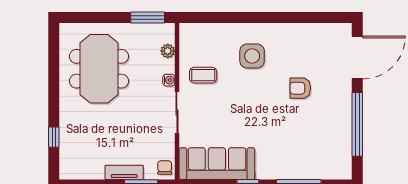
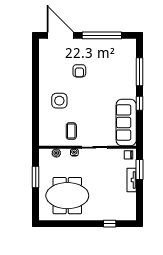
window: (148, 18) -> (36, 177), moved

